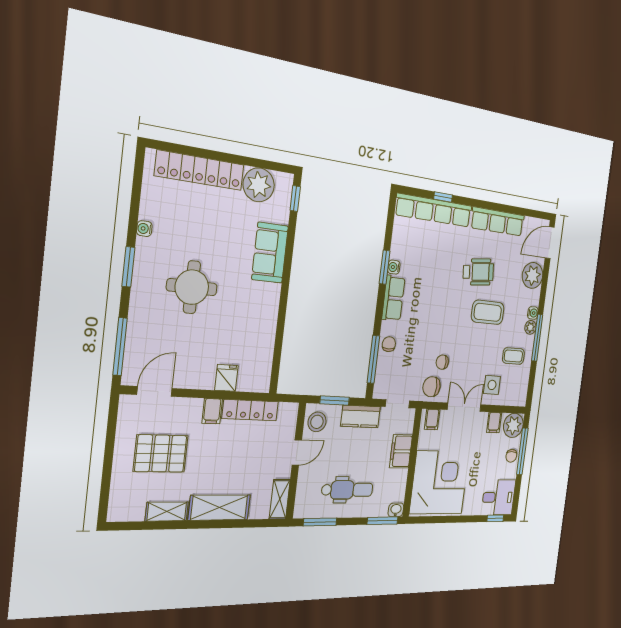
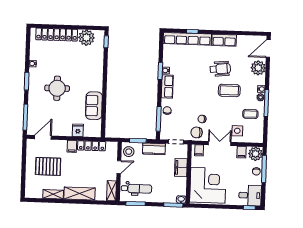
row of seats: (498, 222) -> (224, 40), width x0.68
sofa: (270, 253) -> (94, 106), moved
dental chair: (347, 490) -> (136, 189), moved

